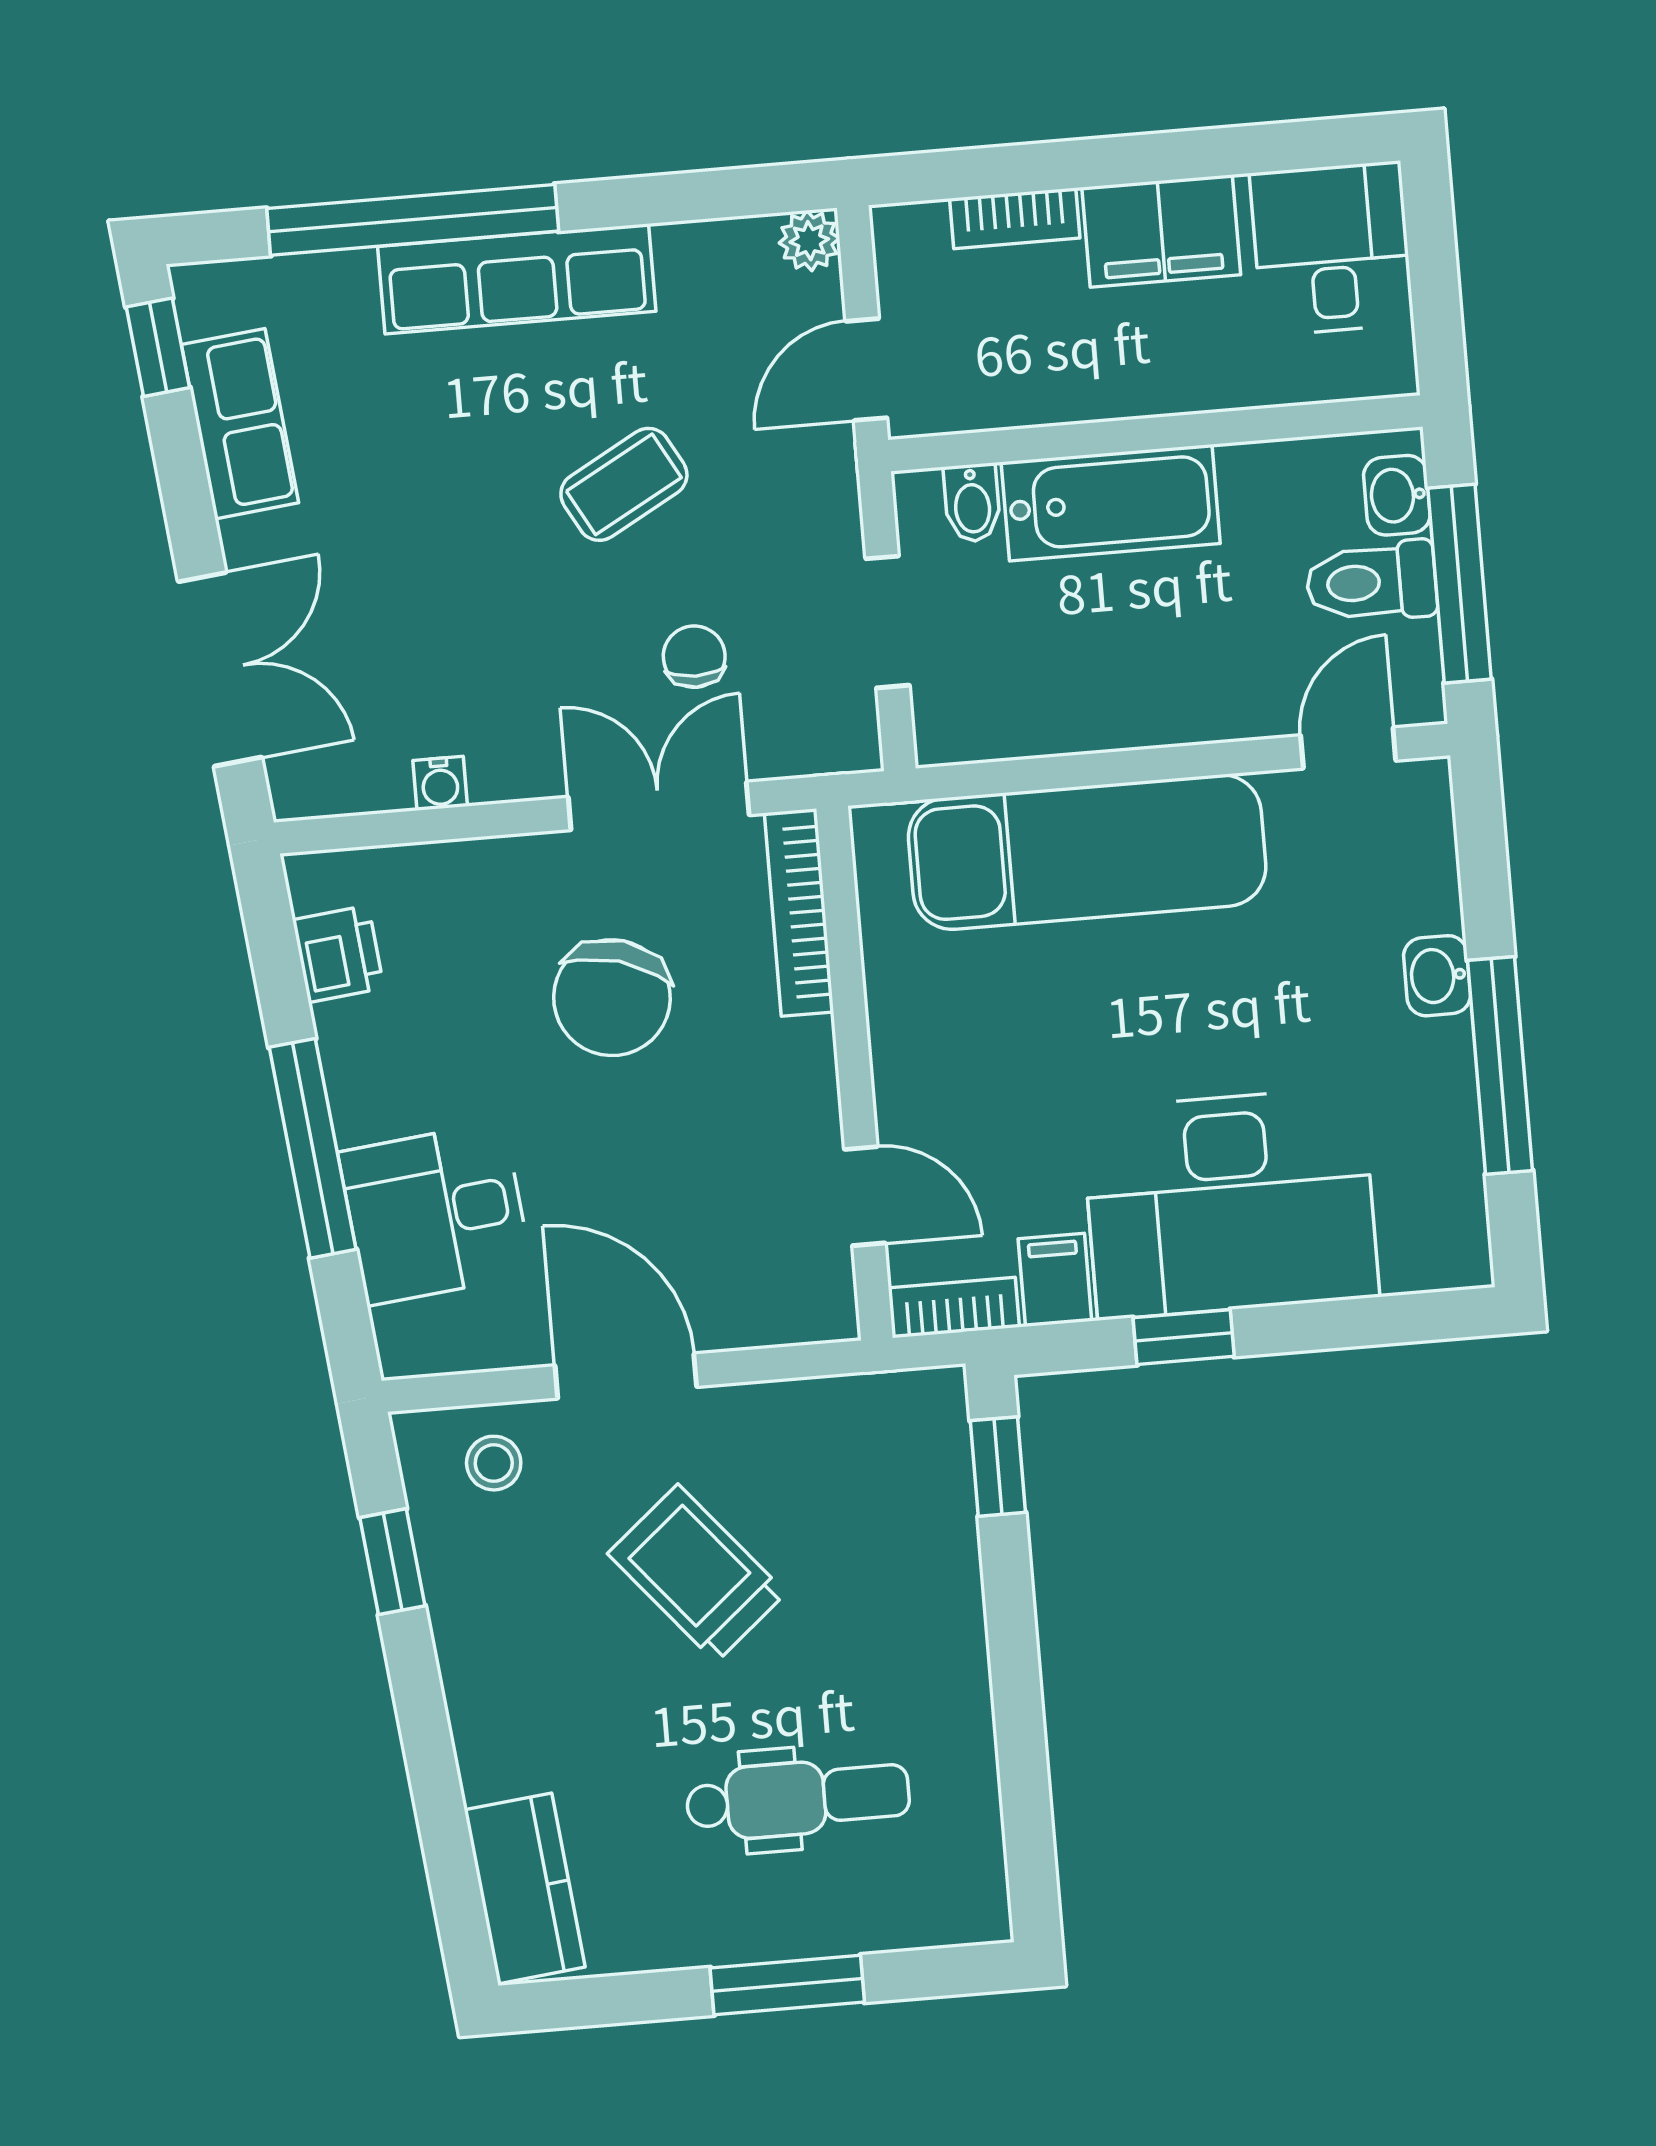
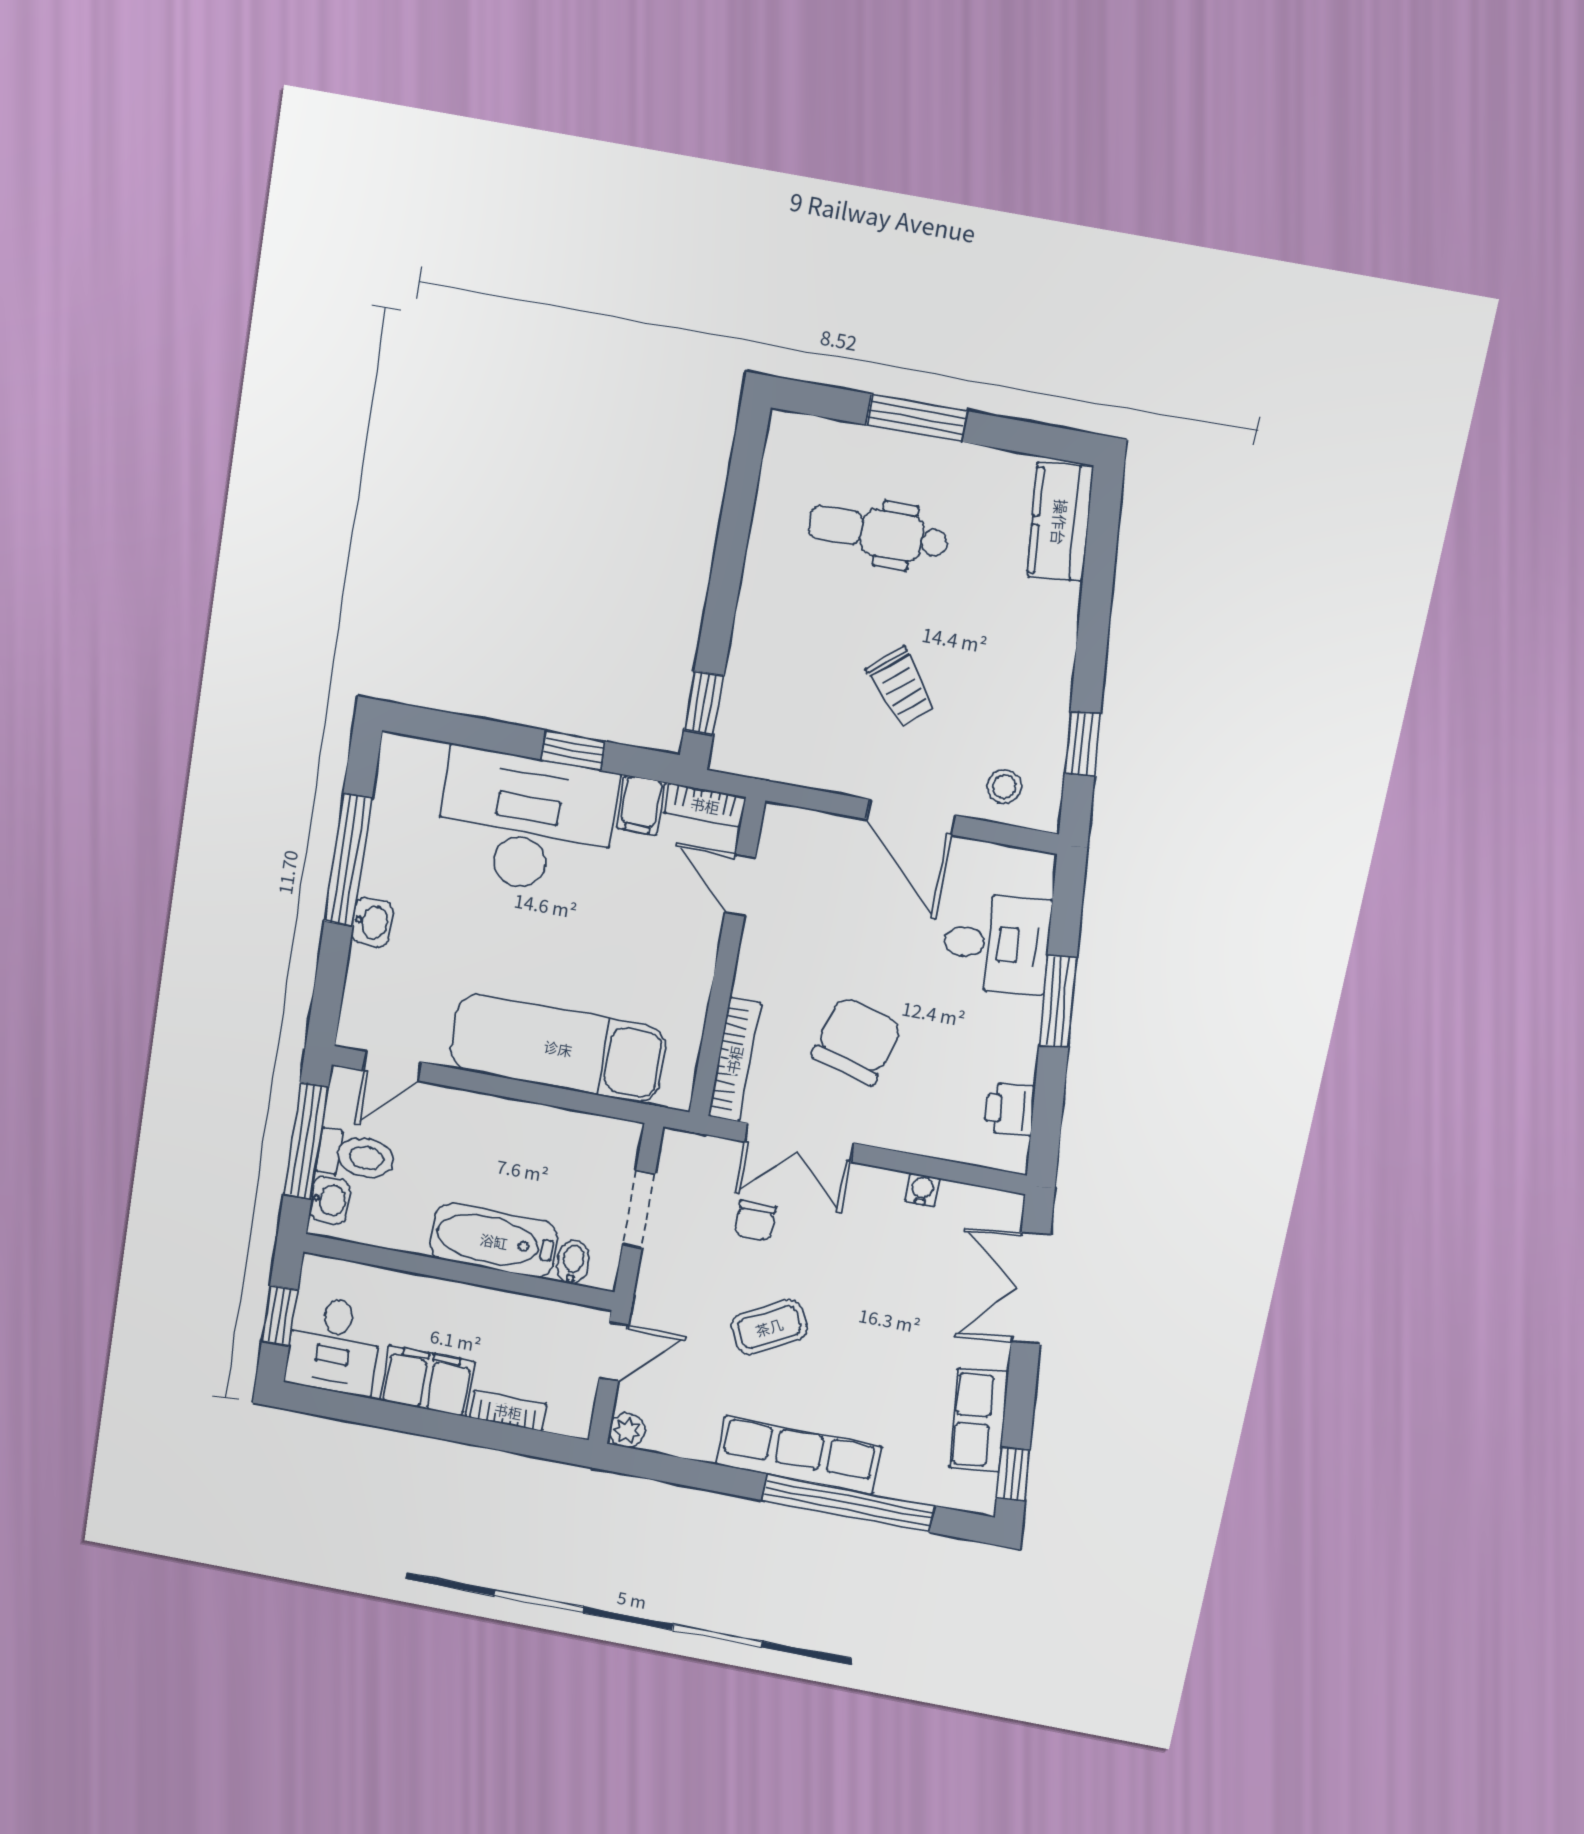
window: (1434, 274) -> (280, 1316), added
window: (313, 1148) -> (1058, 1001), width x0.69
trolley: (697, 1573) -> (901, 687), width x0.73, depth x0.72

